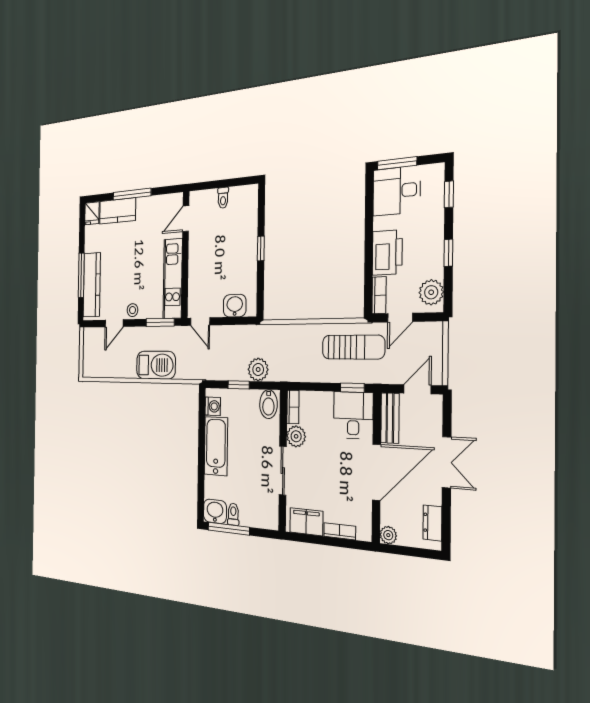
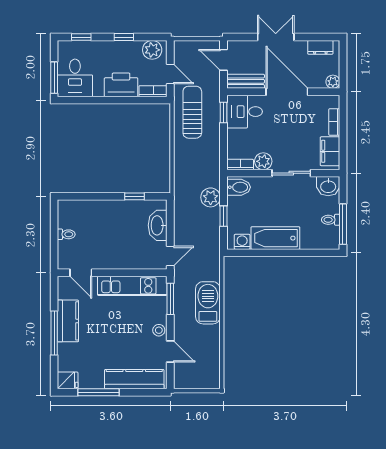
kitchen counter: (118, 211) -> (68, 321), moved
window: (261, 249) -> (135, 196), moved
window: (81, 275) -> (99, 392), moved
washbasin: (235, 306) -> (158, 225), width x1.38
washbasin: (215, 511) -> (328, 186), moved, turned -90

